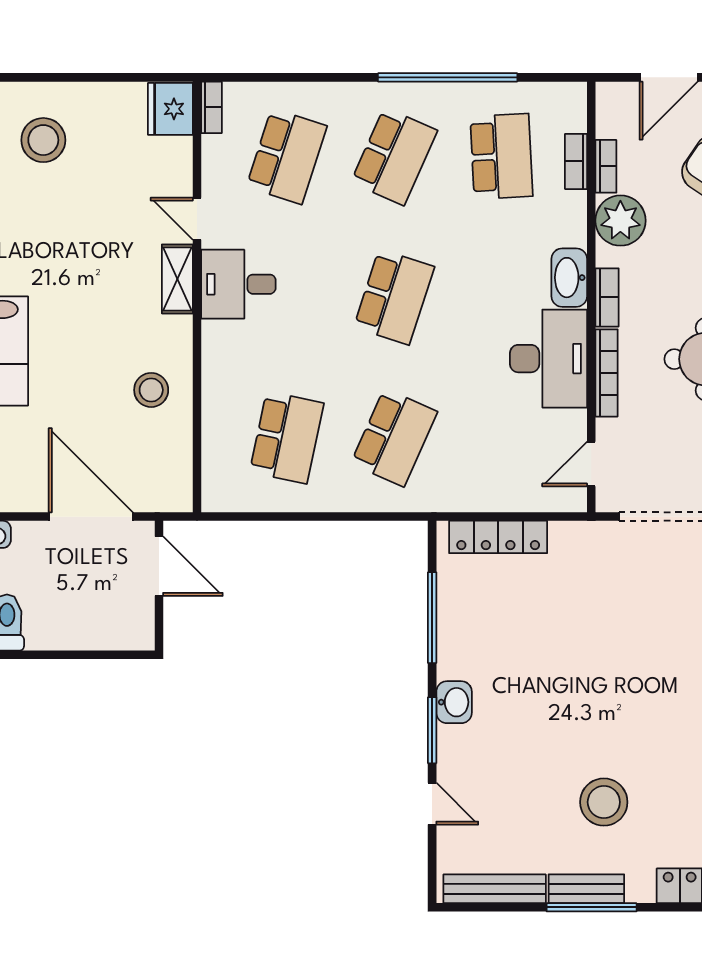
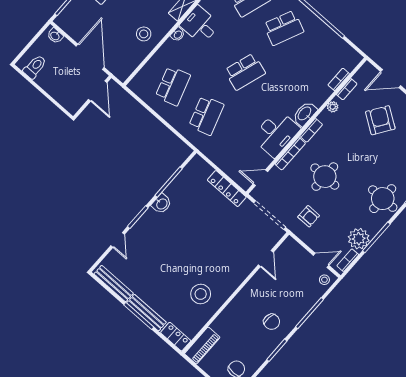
school desk: (501, 156) -> (317, 57), removed
plant: (620, 221) -> (333, 107), width x0.53, depth x0.53
washbasin: (213, 337) -> (178, 34), added
school desk: (287, 438) -> (173, 86), turned -30
school desk: (394, 438) -> (206, 115), turned -42
locker: (498, 537) -> (227, 189), moved
washbasin: (454, 702) -> (162, 204), moved
stool: (604, 802) -> (201, 294), moved
bench: (586, 889) -> (147, 313), width x1.36

